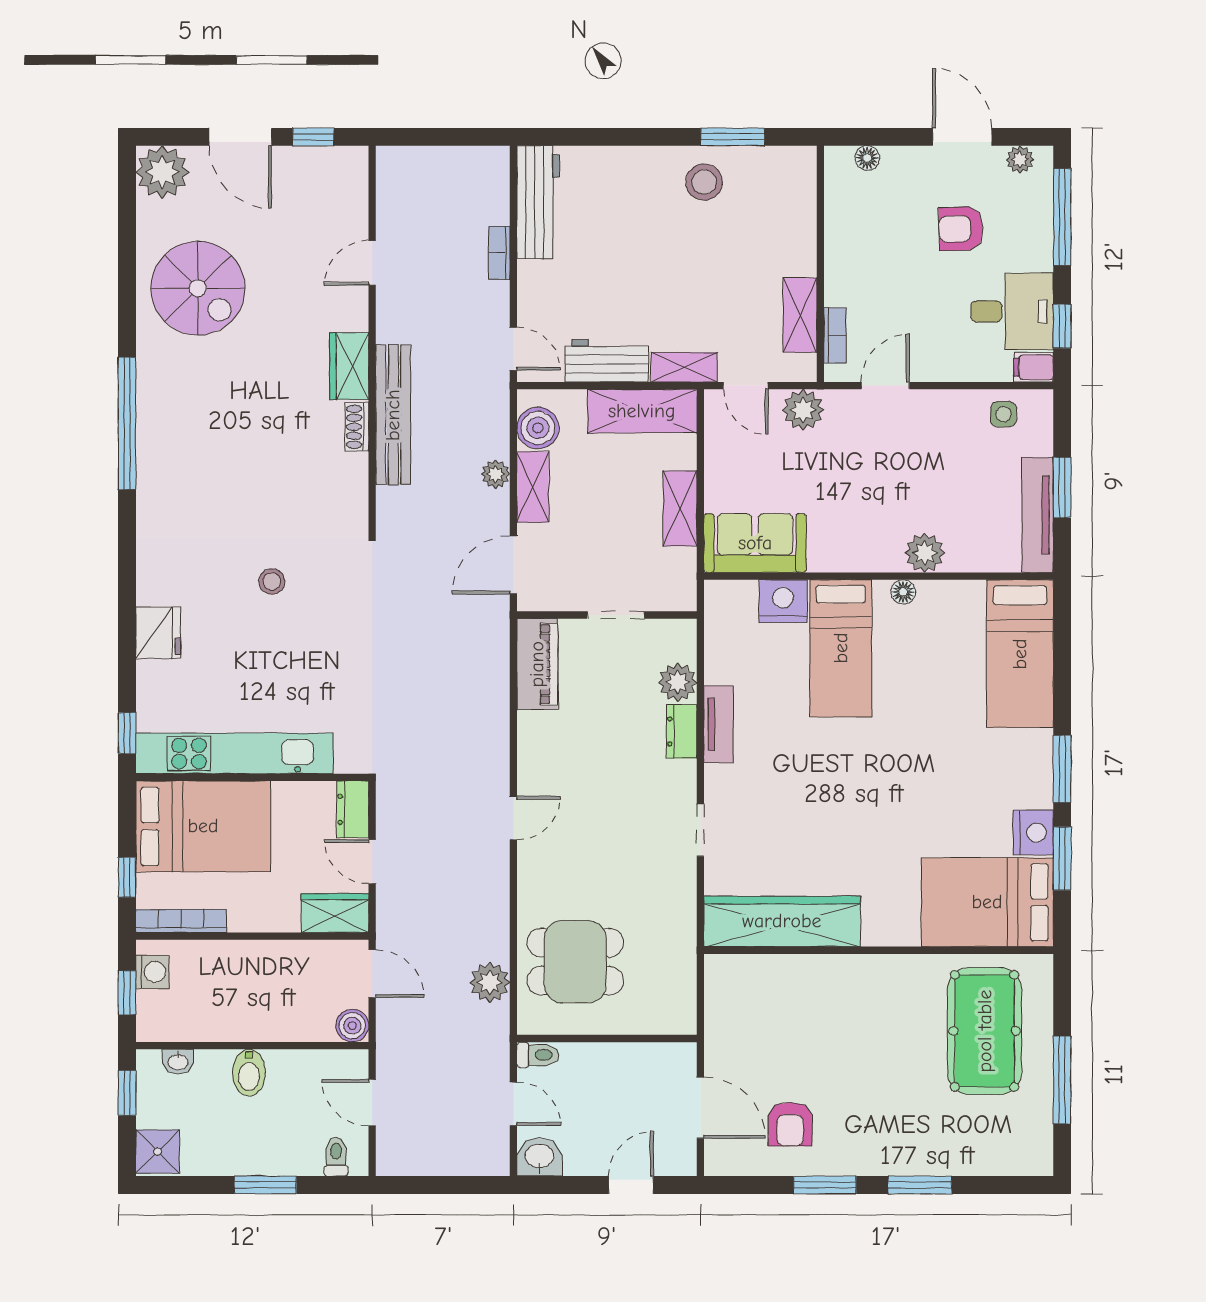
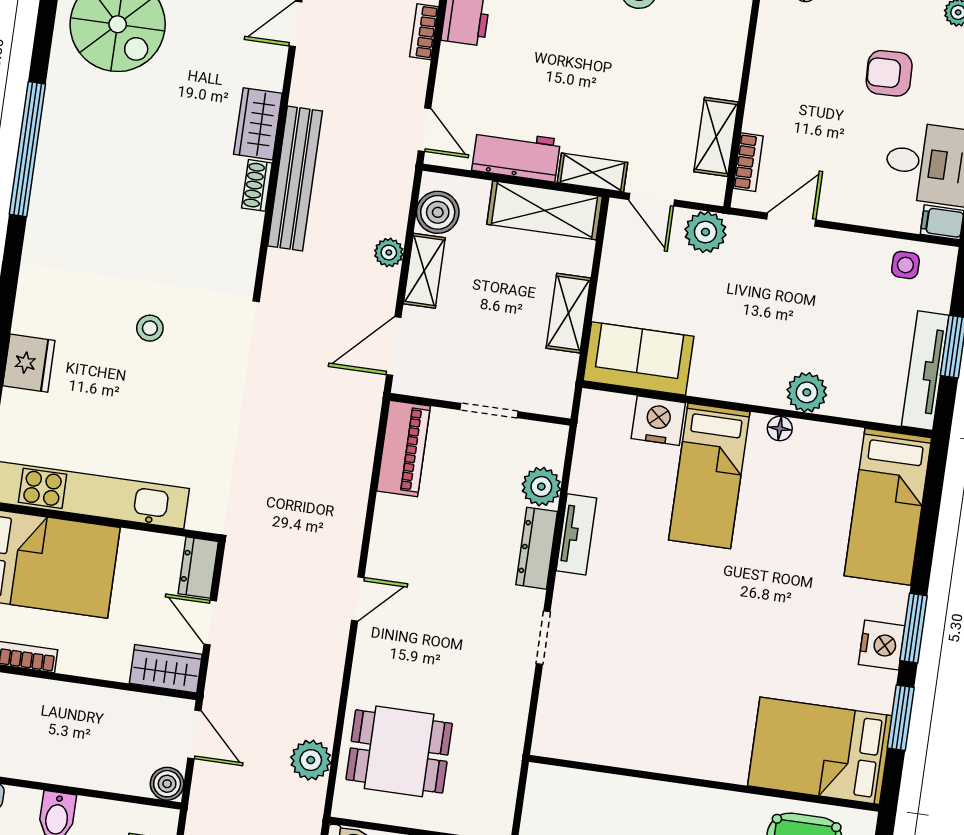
dresser: (682, 731) -> (537, 548), width x1.44
nightstand: (1033, 833) -> (882, 645), moved
wardrobe: (782, 921) -> (612, 741), removed

